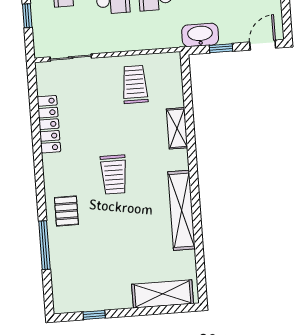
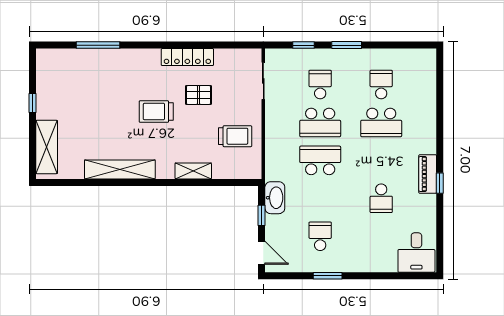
locker: (49, 124) -> (187, 57), moved
pallet: (66, 211) -> (198, 95), moved
window: (94, 315) -> (33, 103), moved

